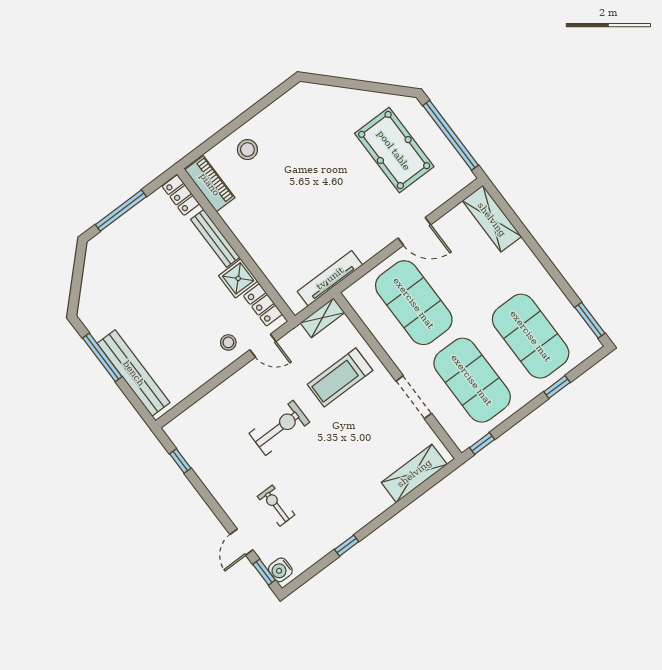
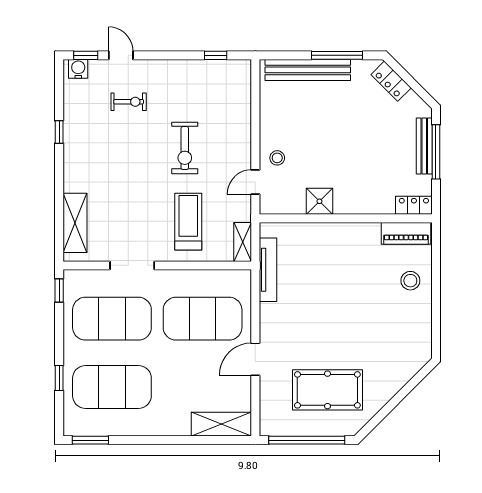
bench: (215, 238) -> (424, 146), moved, turned 90
locker: (263, 305) -> (391, 81), moved, turned -135

